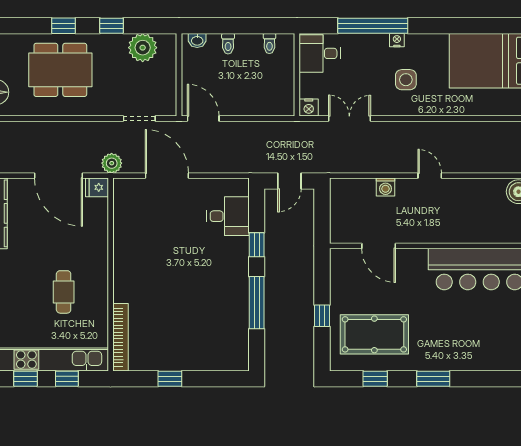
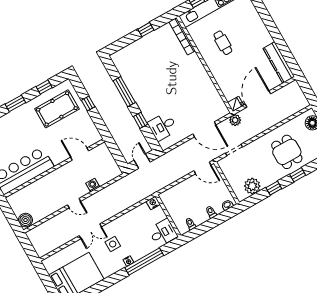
dining table: (60, 70) -> (287, 152), width x0.73
double door: (349, 119) -> (90, 231), moved
door: (59, 176) -> (258, 99), hinge flipped

